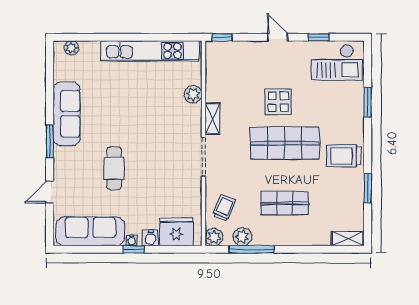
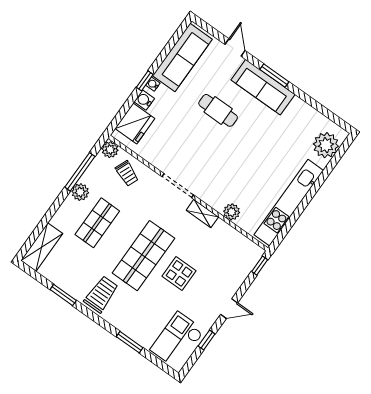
plant: (71, 48) -> (326, 145), width x1.88, depth x1.88
sofa: (67, 114) -> (263, 87), moved
plant: (242, 237) -> (80, 192), moved
shelving: (348, 238) -> (42, 247), width x1.50, depth x1.33

